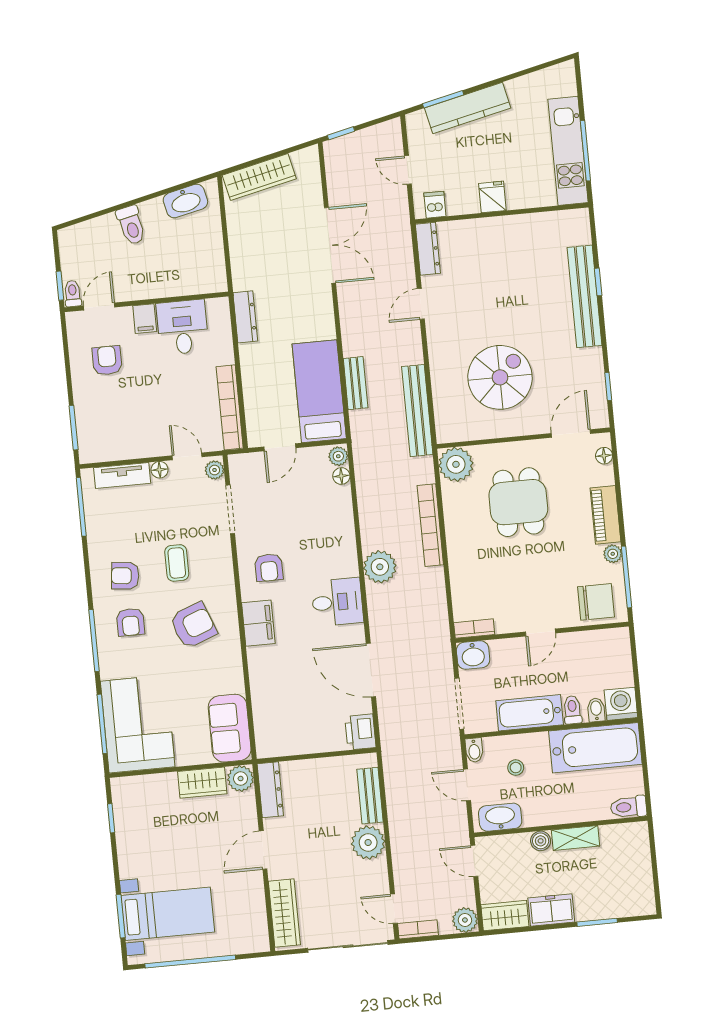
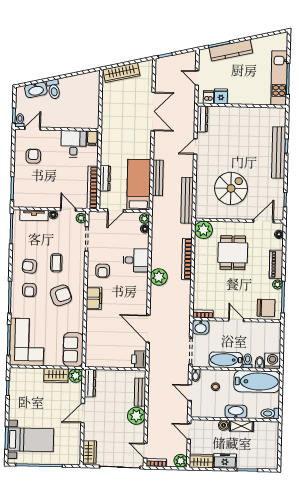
fridge: (492, 197) -> (221, 96), moved
washbasin: (185, 201) -> (36, 90), moved
dresser: (245, 317) -> (105, 178), moved
filing cabinet: (145, 319) -> (92, 138), moved
bench: (356, 383) -> (158, 178), width x1.36
desk: (337, 602) -> (136, 260), moved
door: (540, 632) -> (236, 320), swing flipped
washbasin: (500, 817) -> (236, 412), moved
wardrobe: (284, 913) -> (90, 452), width x0.67

